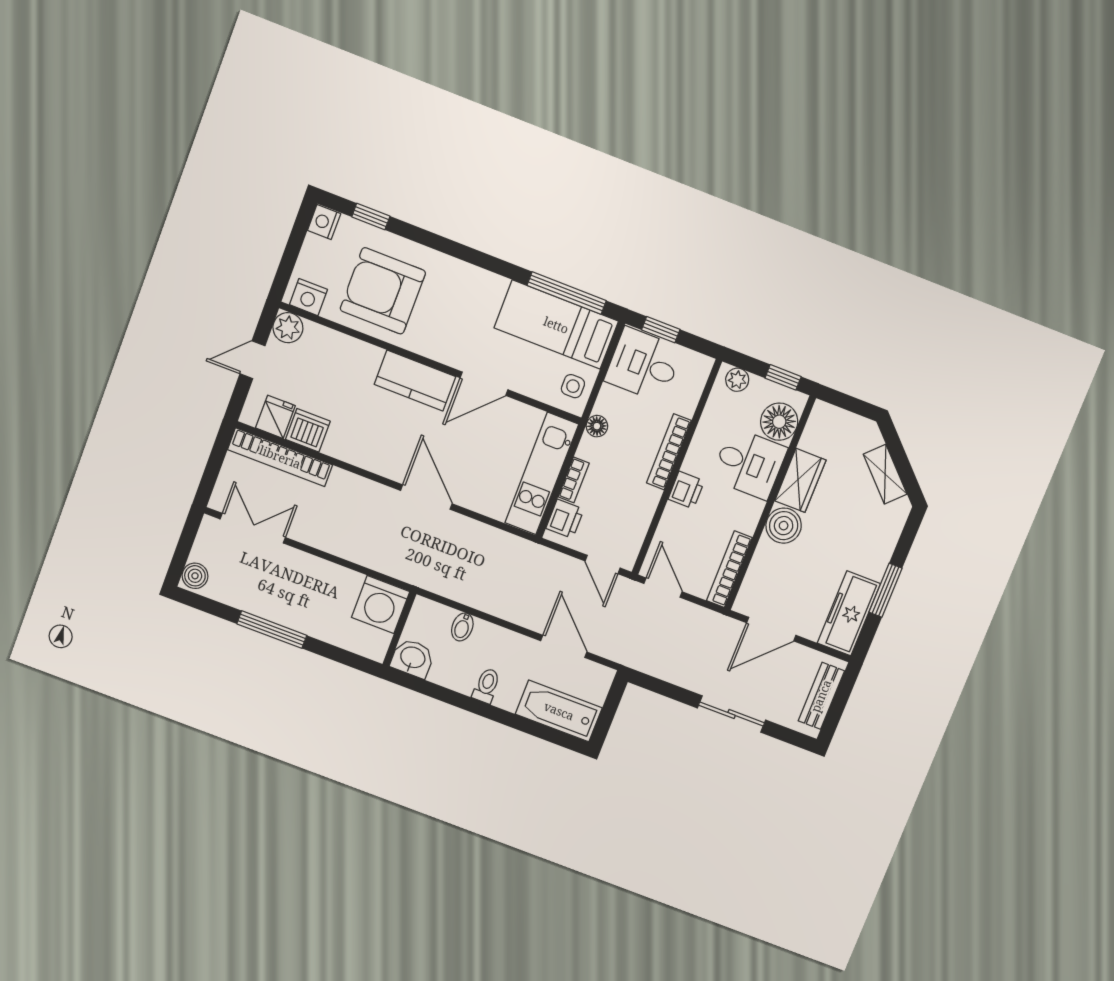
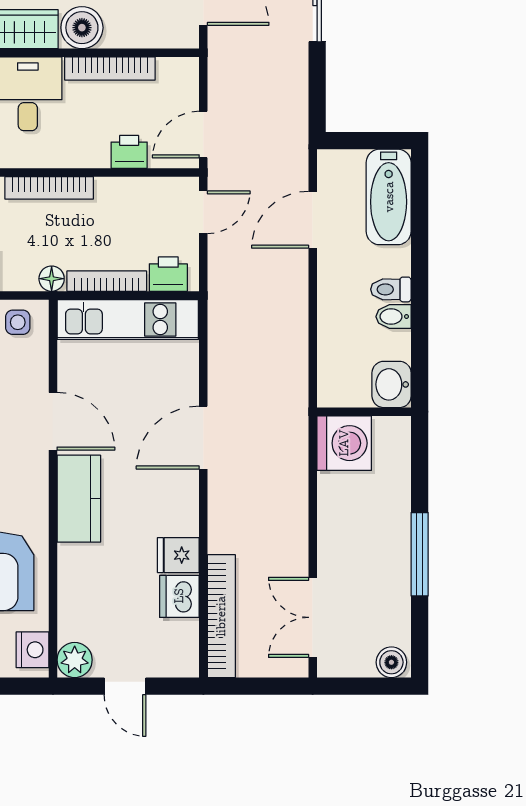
fridge: (275, 417) -> (178, 555), moved
bookcase: (574, 480) -> (107, 281), width x1.56
printer: (686, 490) -> (129, 152), moved
bookcase: (729, 569) -> (110, 68), moved
bidet: (462, 627) -> (393, 317), moved, turned 180

